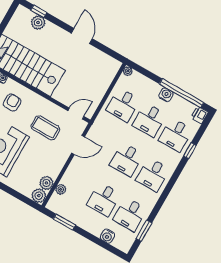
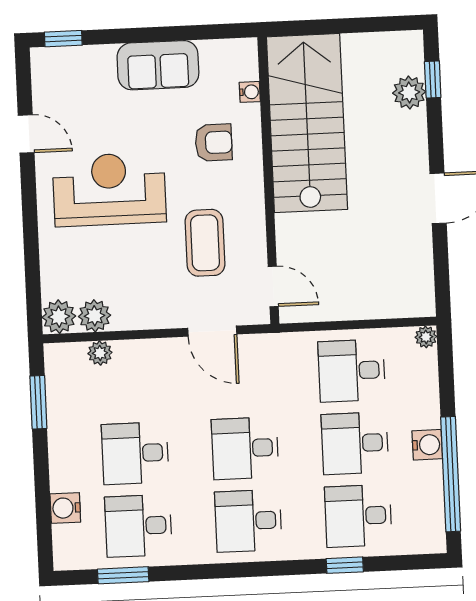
printer: (199, 115) -> (429, 539), removed

